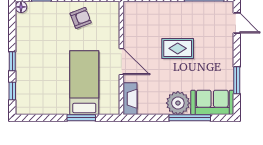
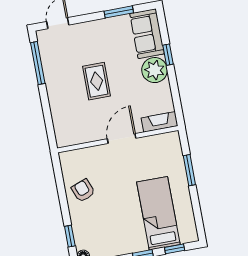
bed: (84, 83) -> (158, 213), moved, turned 90
window: (190, 118) -> (168, 55), width x0.46

